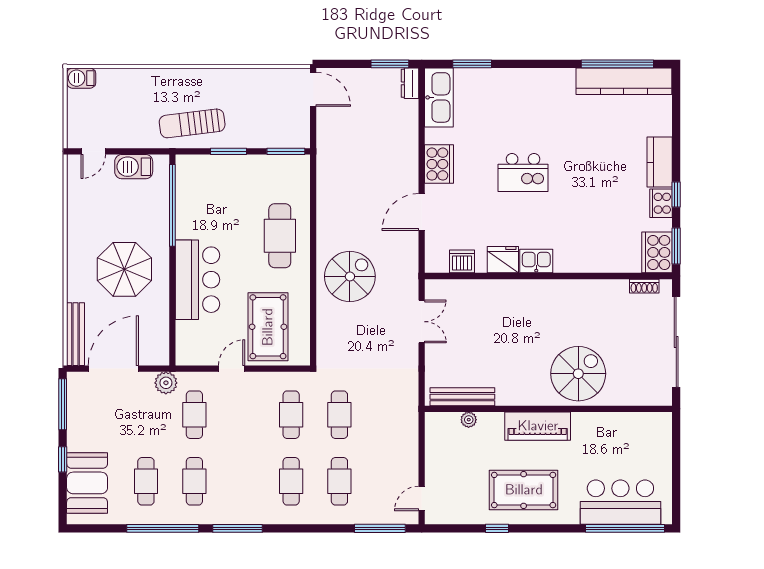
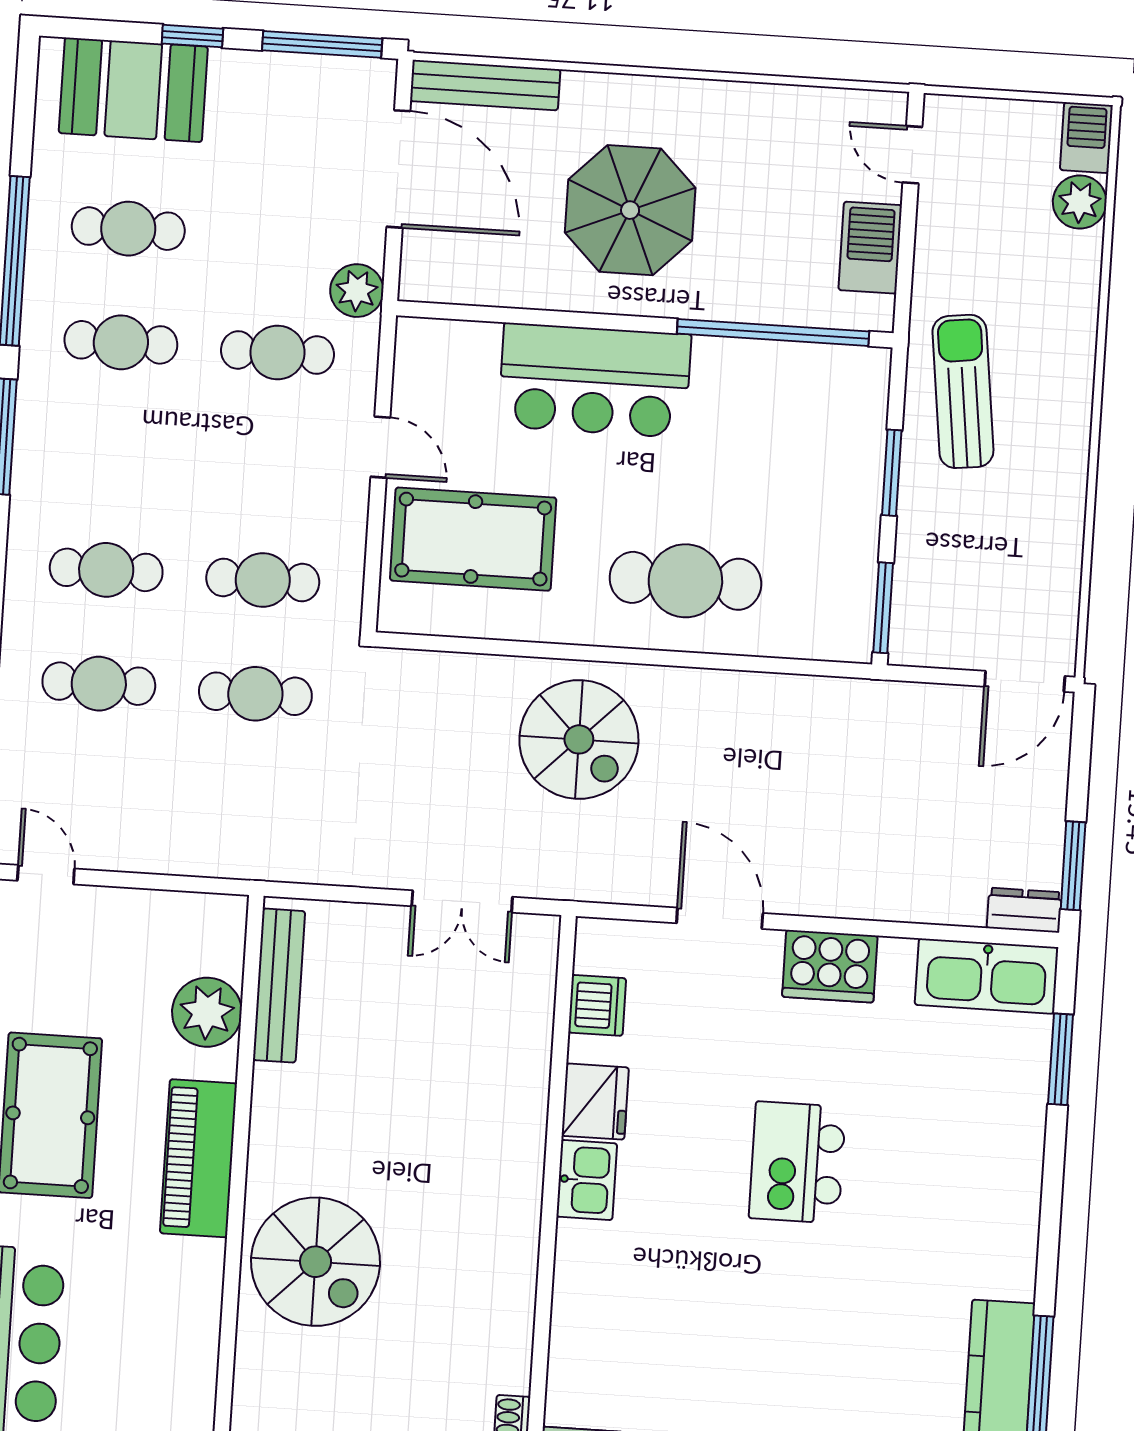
plant: (109, 79) -> (1080, 202), added
plant: (469, 420) -> (207, 1012), width x1.88, depth x1.88

